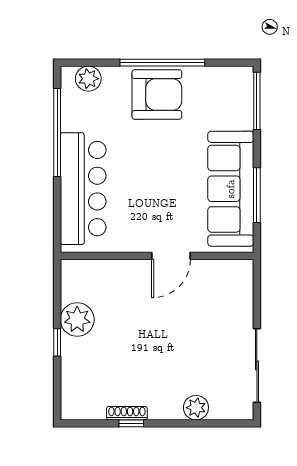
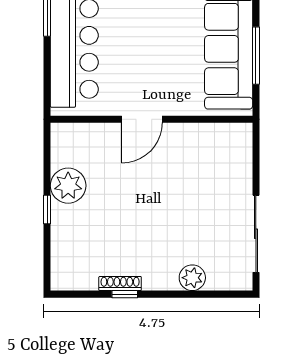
door: (171, 256) -> (142, 119), moved

